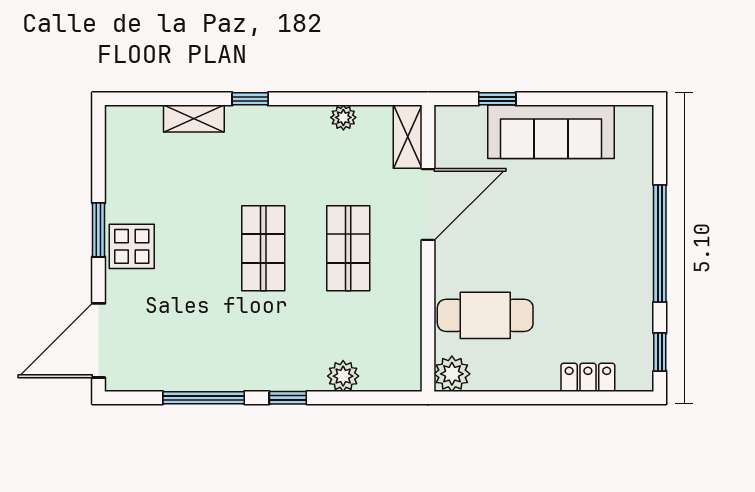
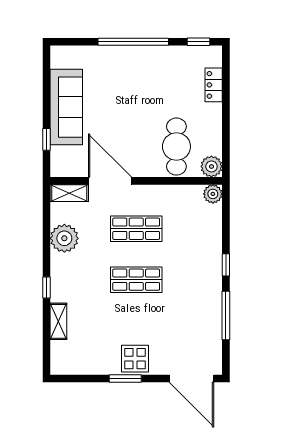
plant: (343, 117) -> (64, 238), width x1.88, depth x1.88
plant: (343, 376) -> (213, 194), moved

